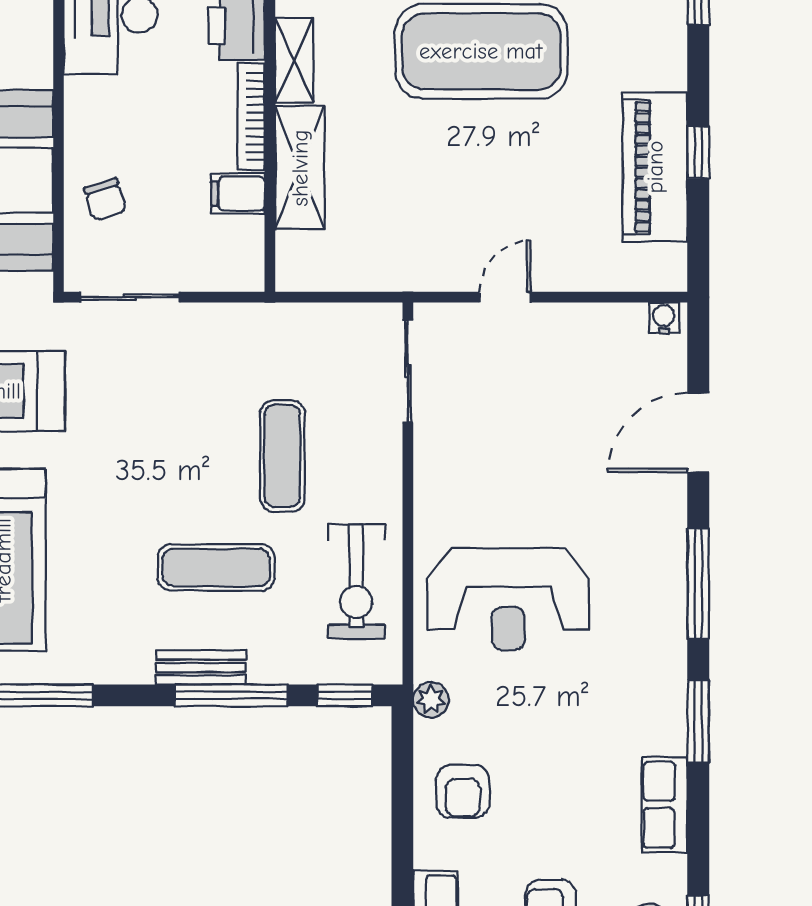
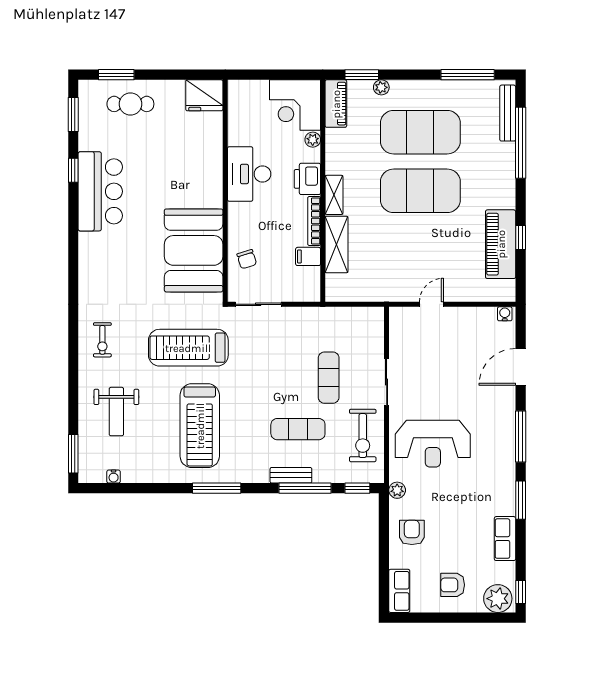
sliding door: (408, 371) -> (387, 382), moved
armchair: (463, 791) -> (412, 532), turned 180

